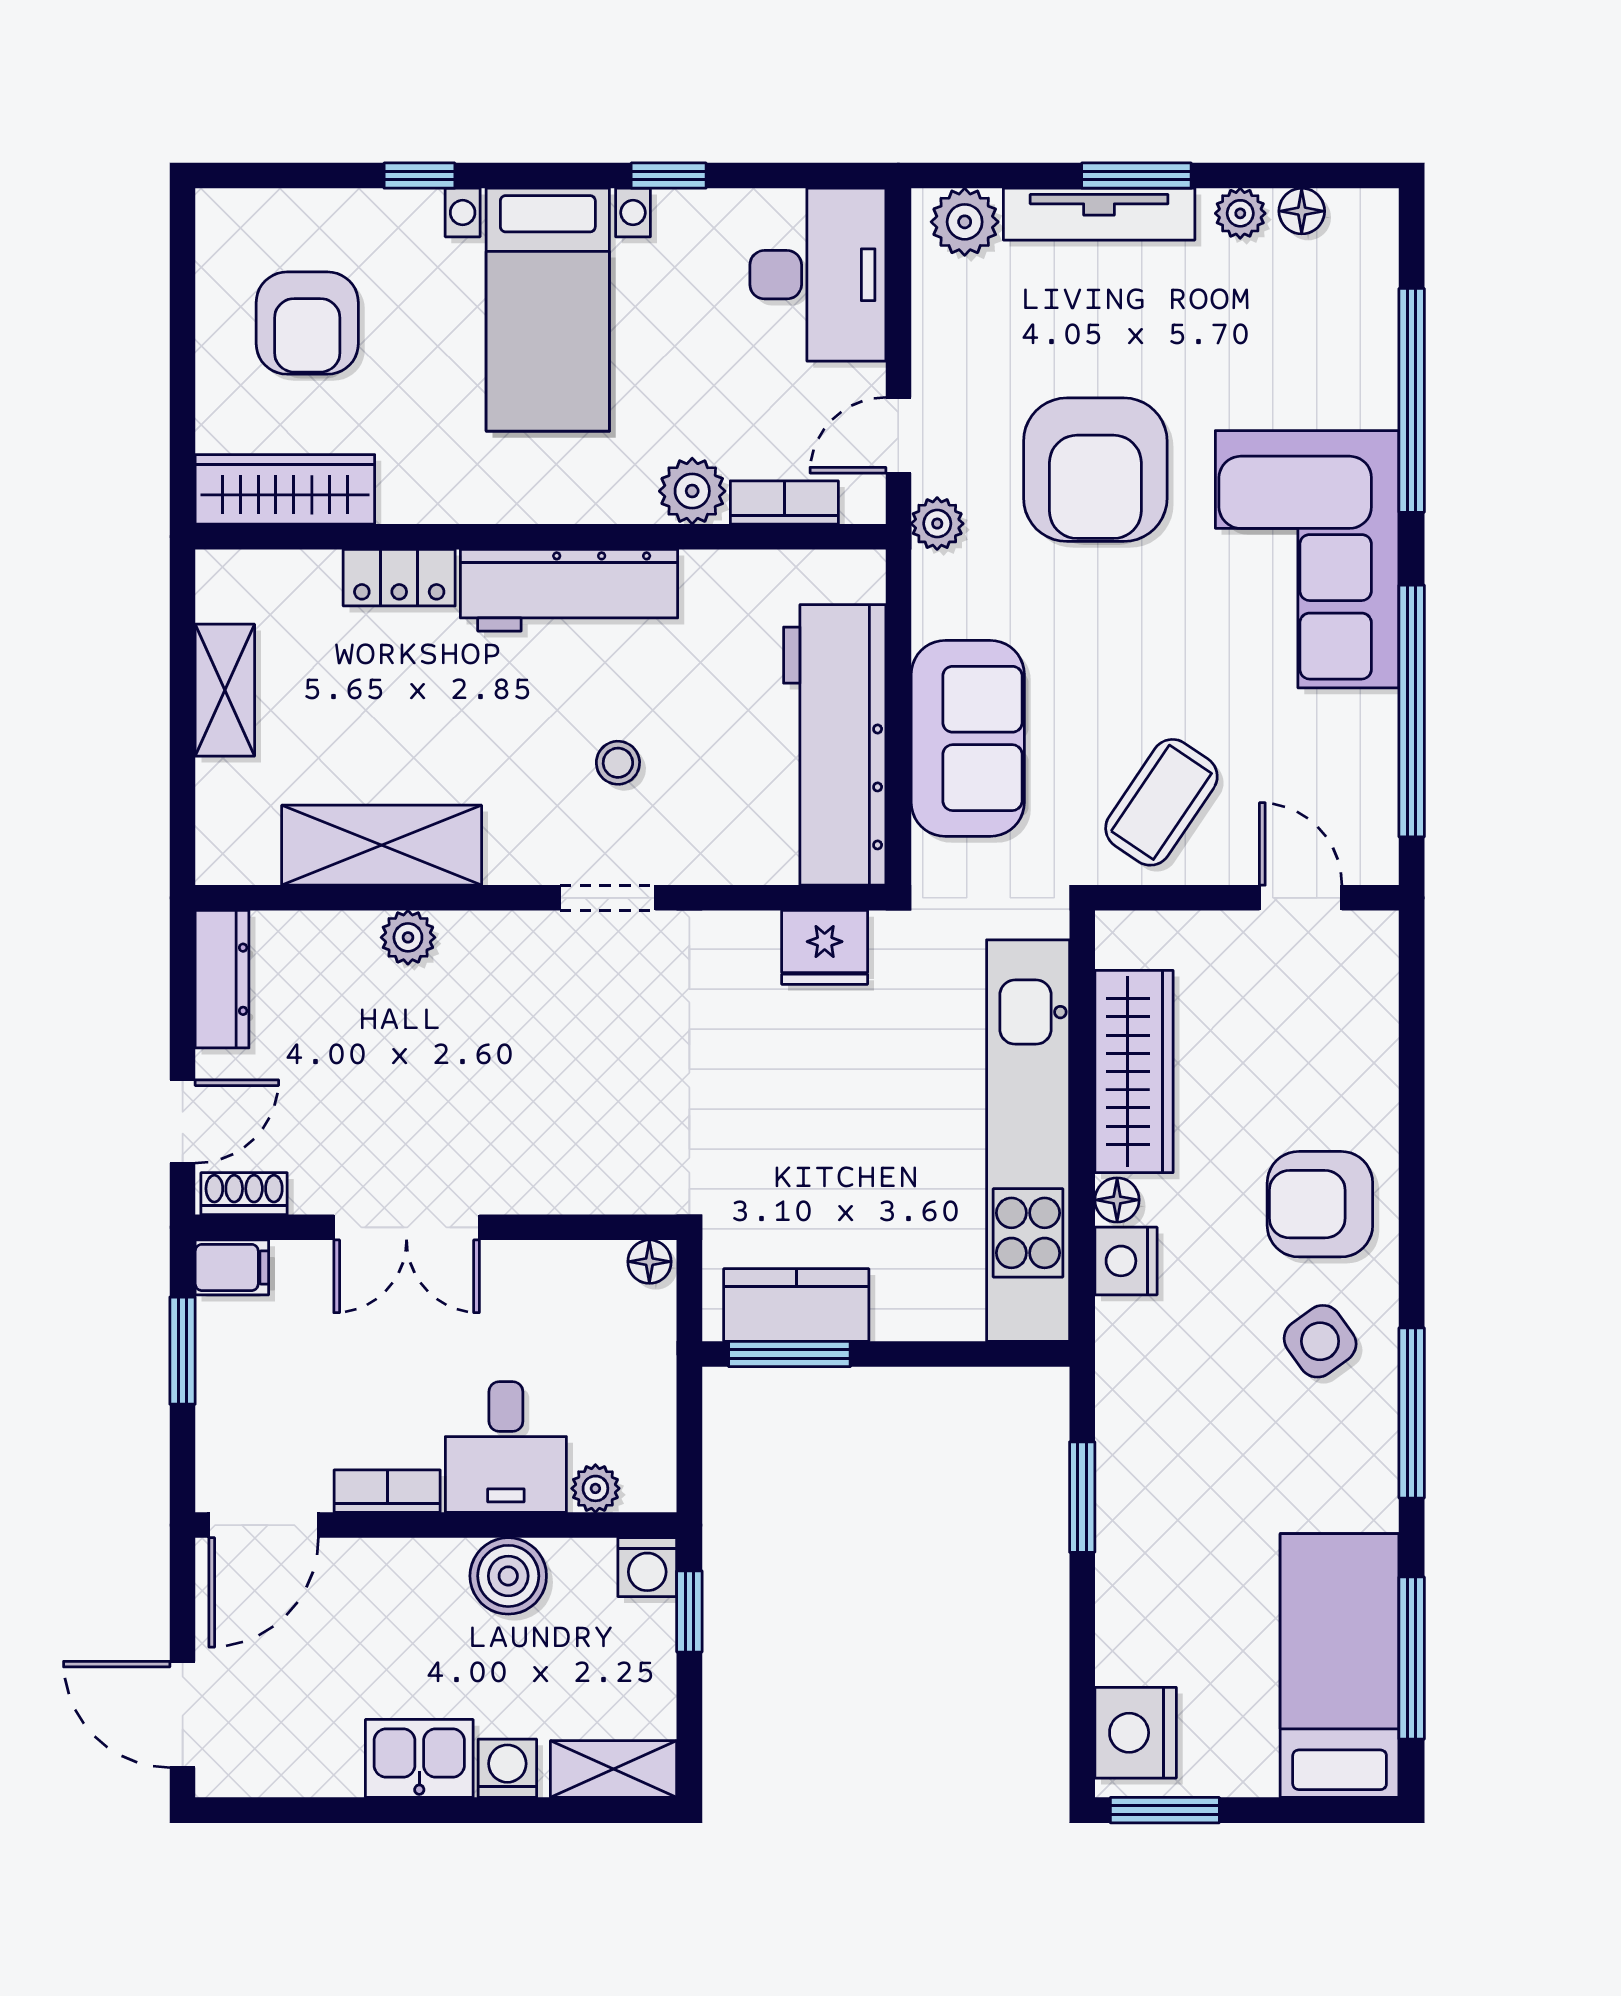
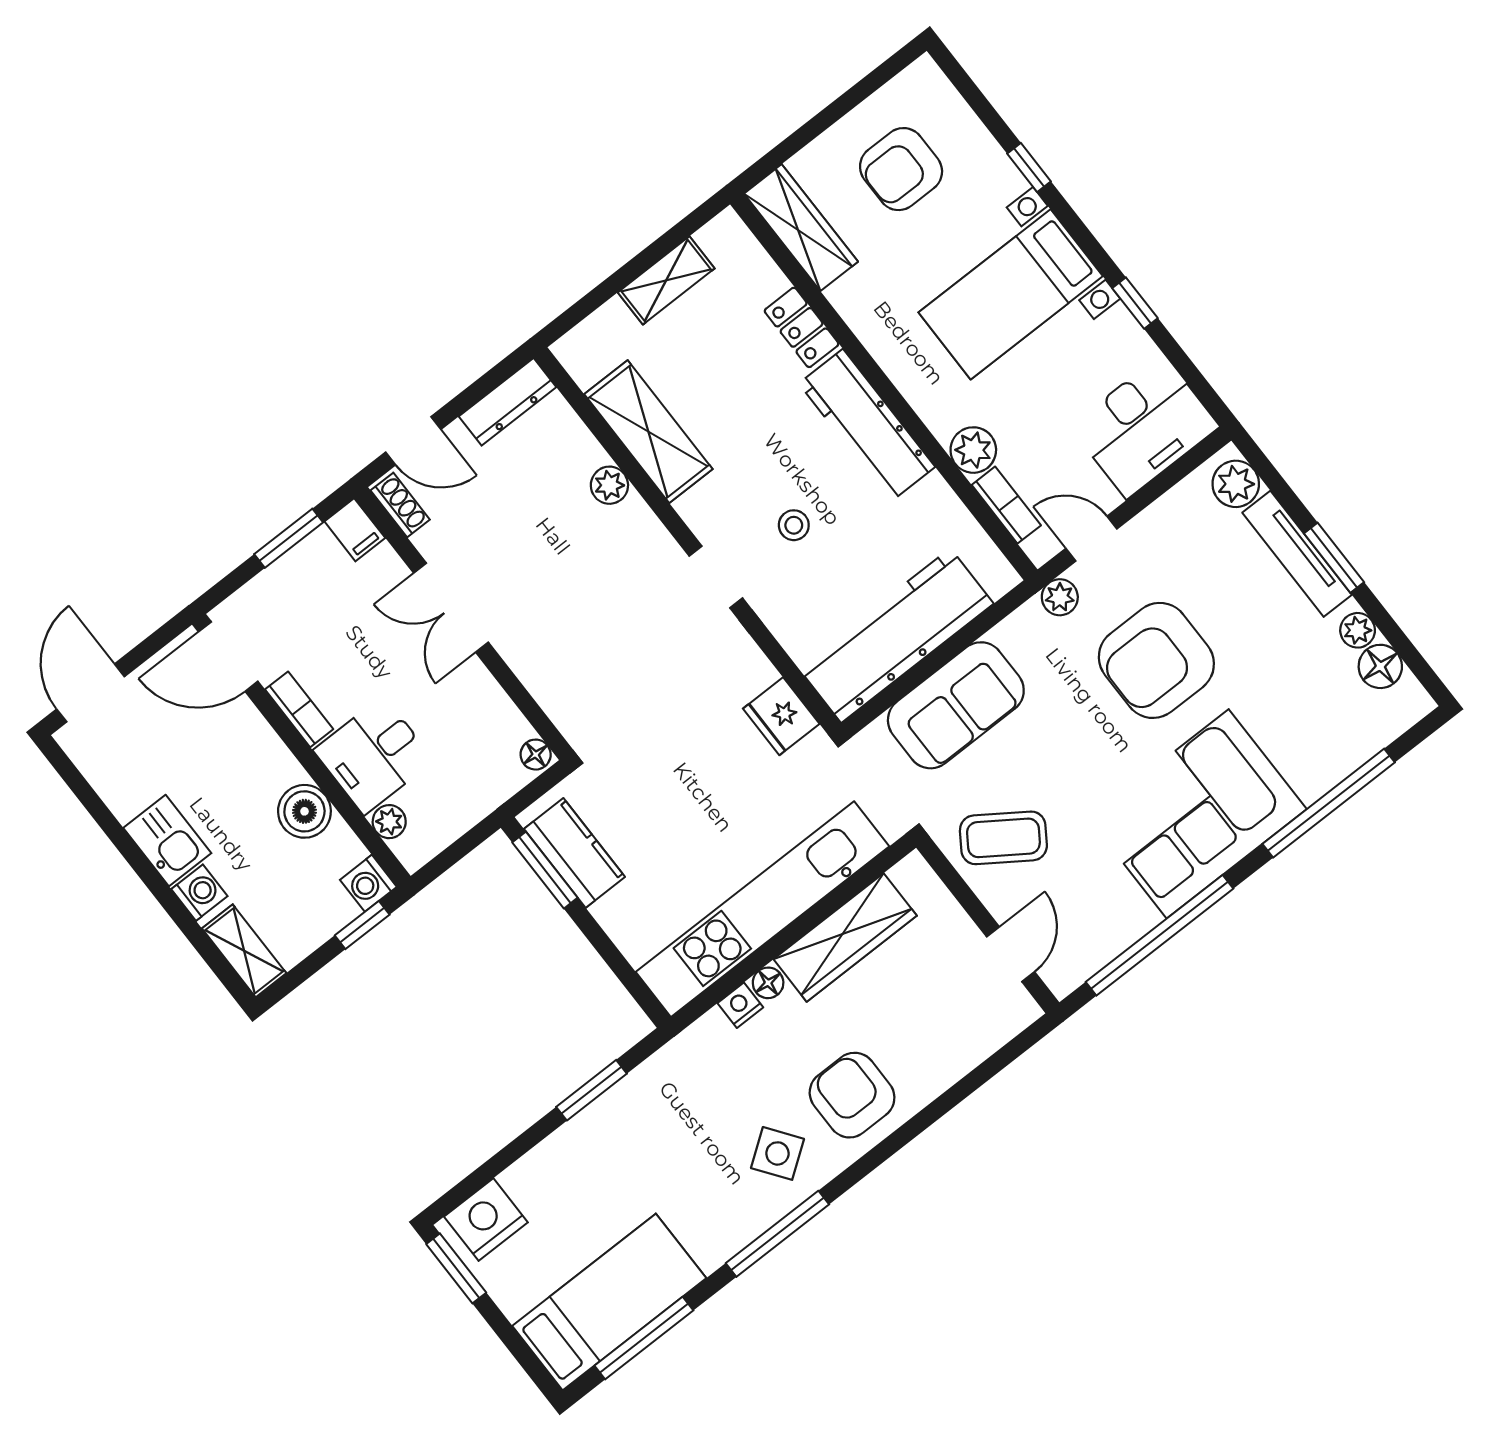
floor lamp: (1302, 211) -> (1380, 666), width x1.37, depth x1.37
nightstand: (1126, 1261) -> (740, 1005), width x0.72, depth x0.74

